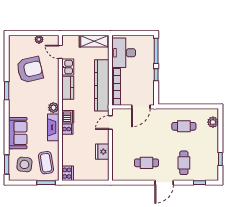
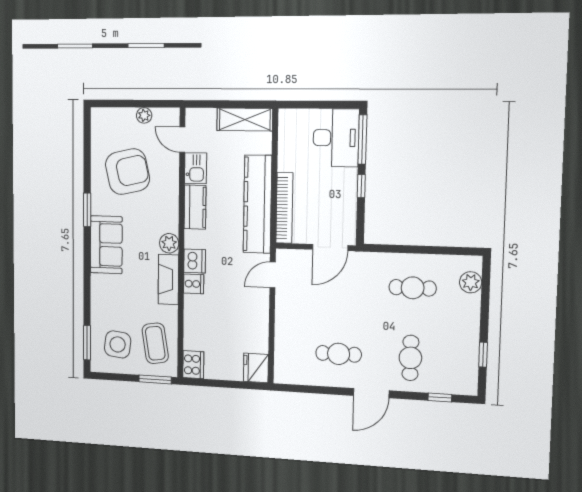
desk: (124, 53) -> (336, 138), moved, turned 180
sofa: (18, 133) -> (106, 245), moved
fridge: (102, 152) -> (256, 368), moved

